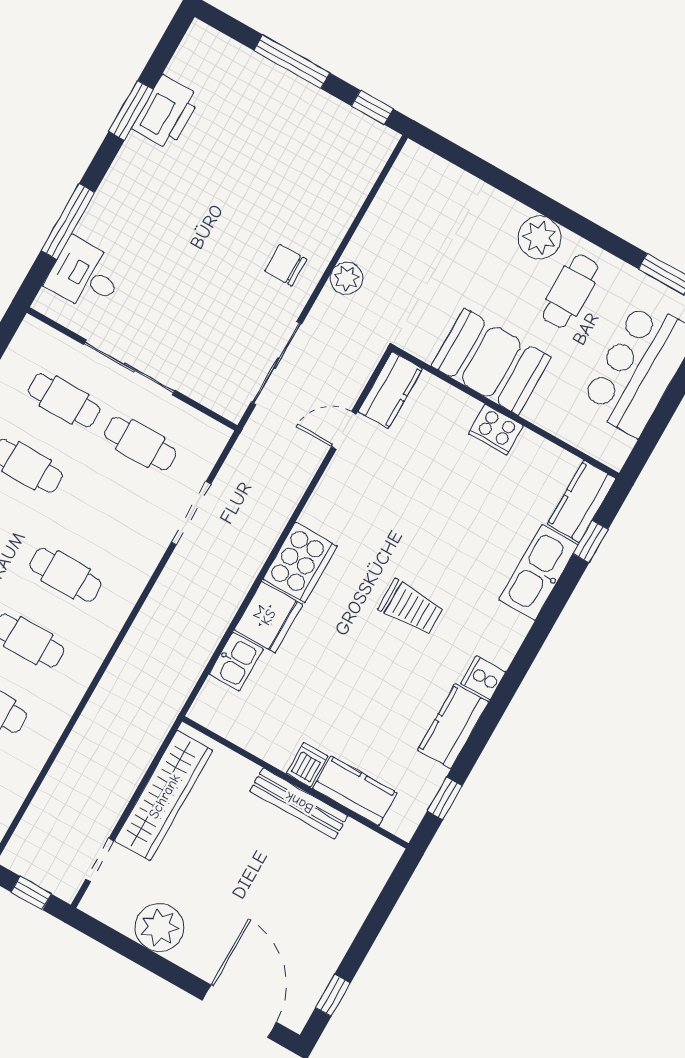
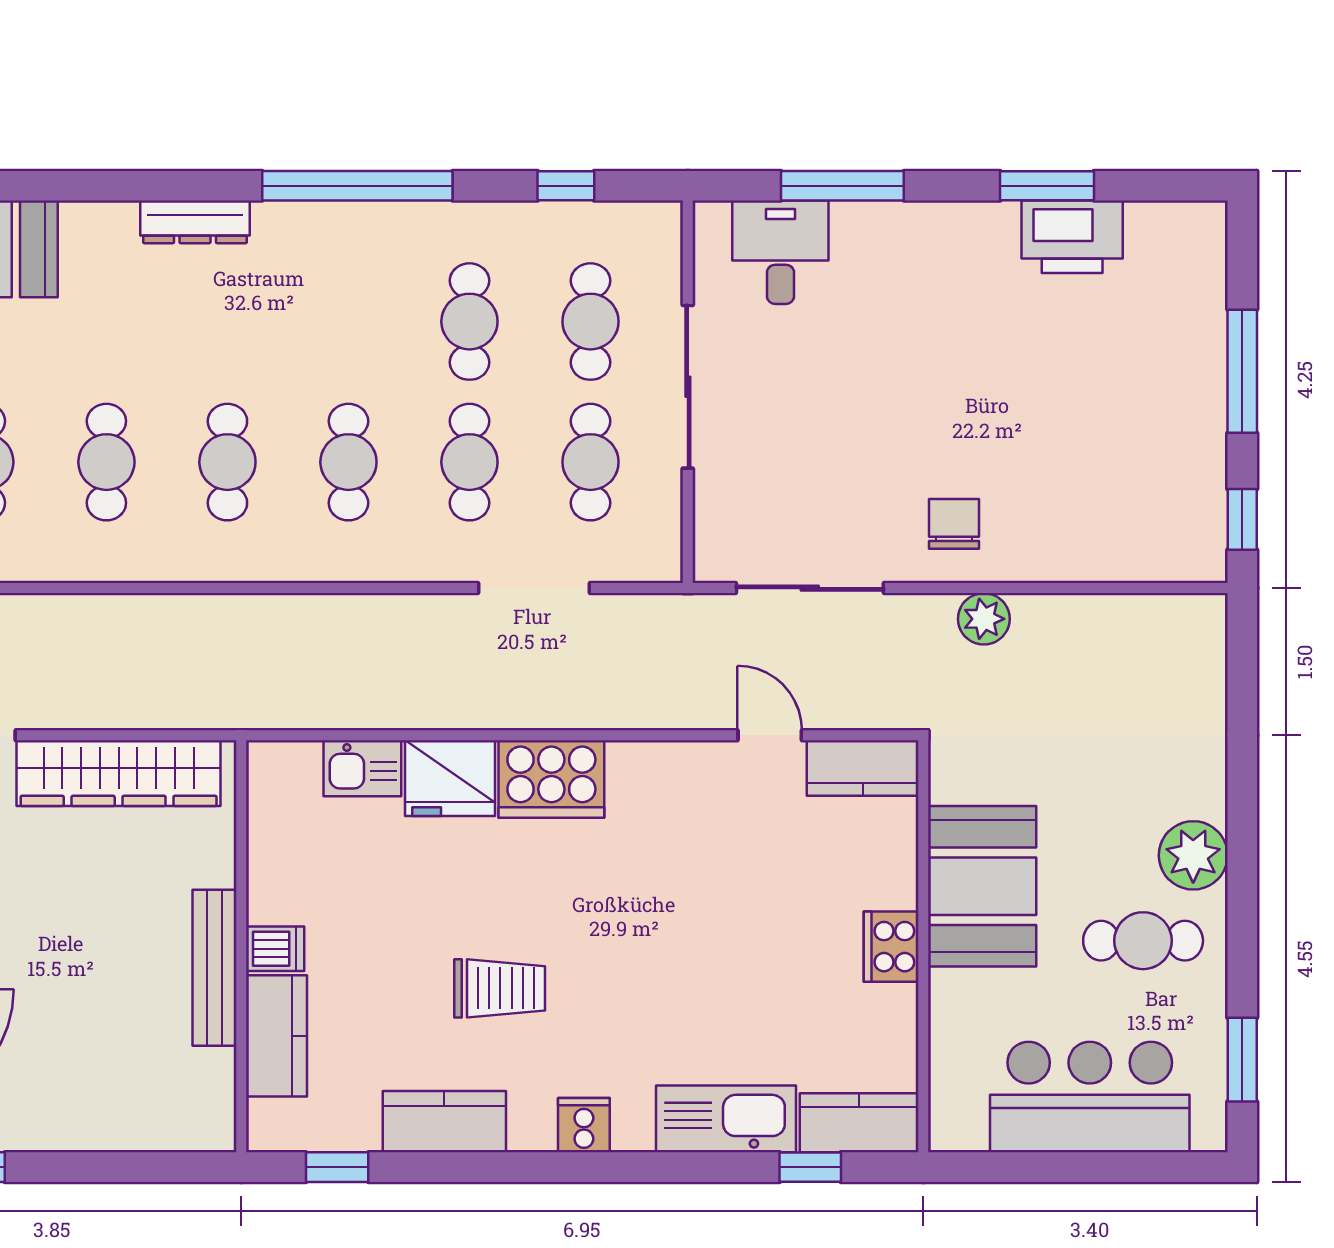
cafe table: (103, 509) -> (469, 462), added
trolley: (411, 607) -> (500, 988), moved, turned -90
cooker: (483, 678) -> (584, 1125), moved

